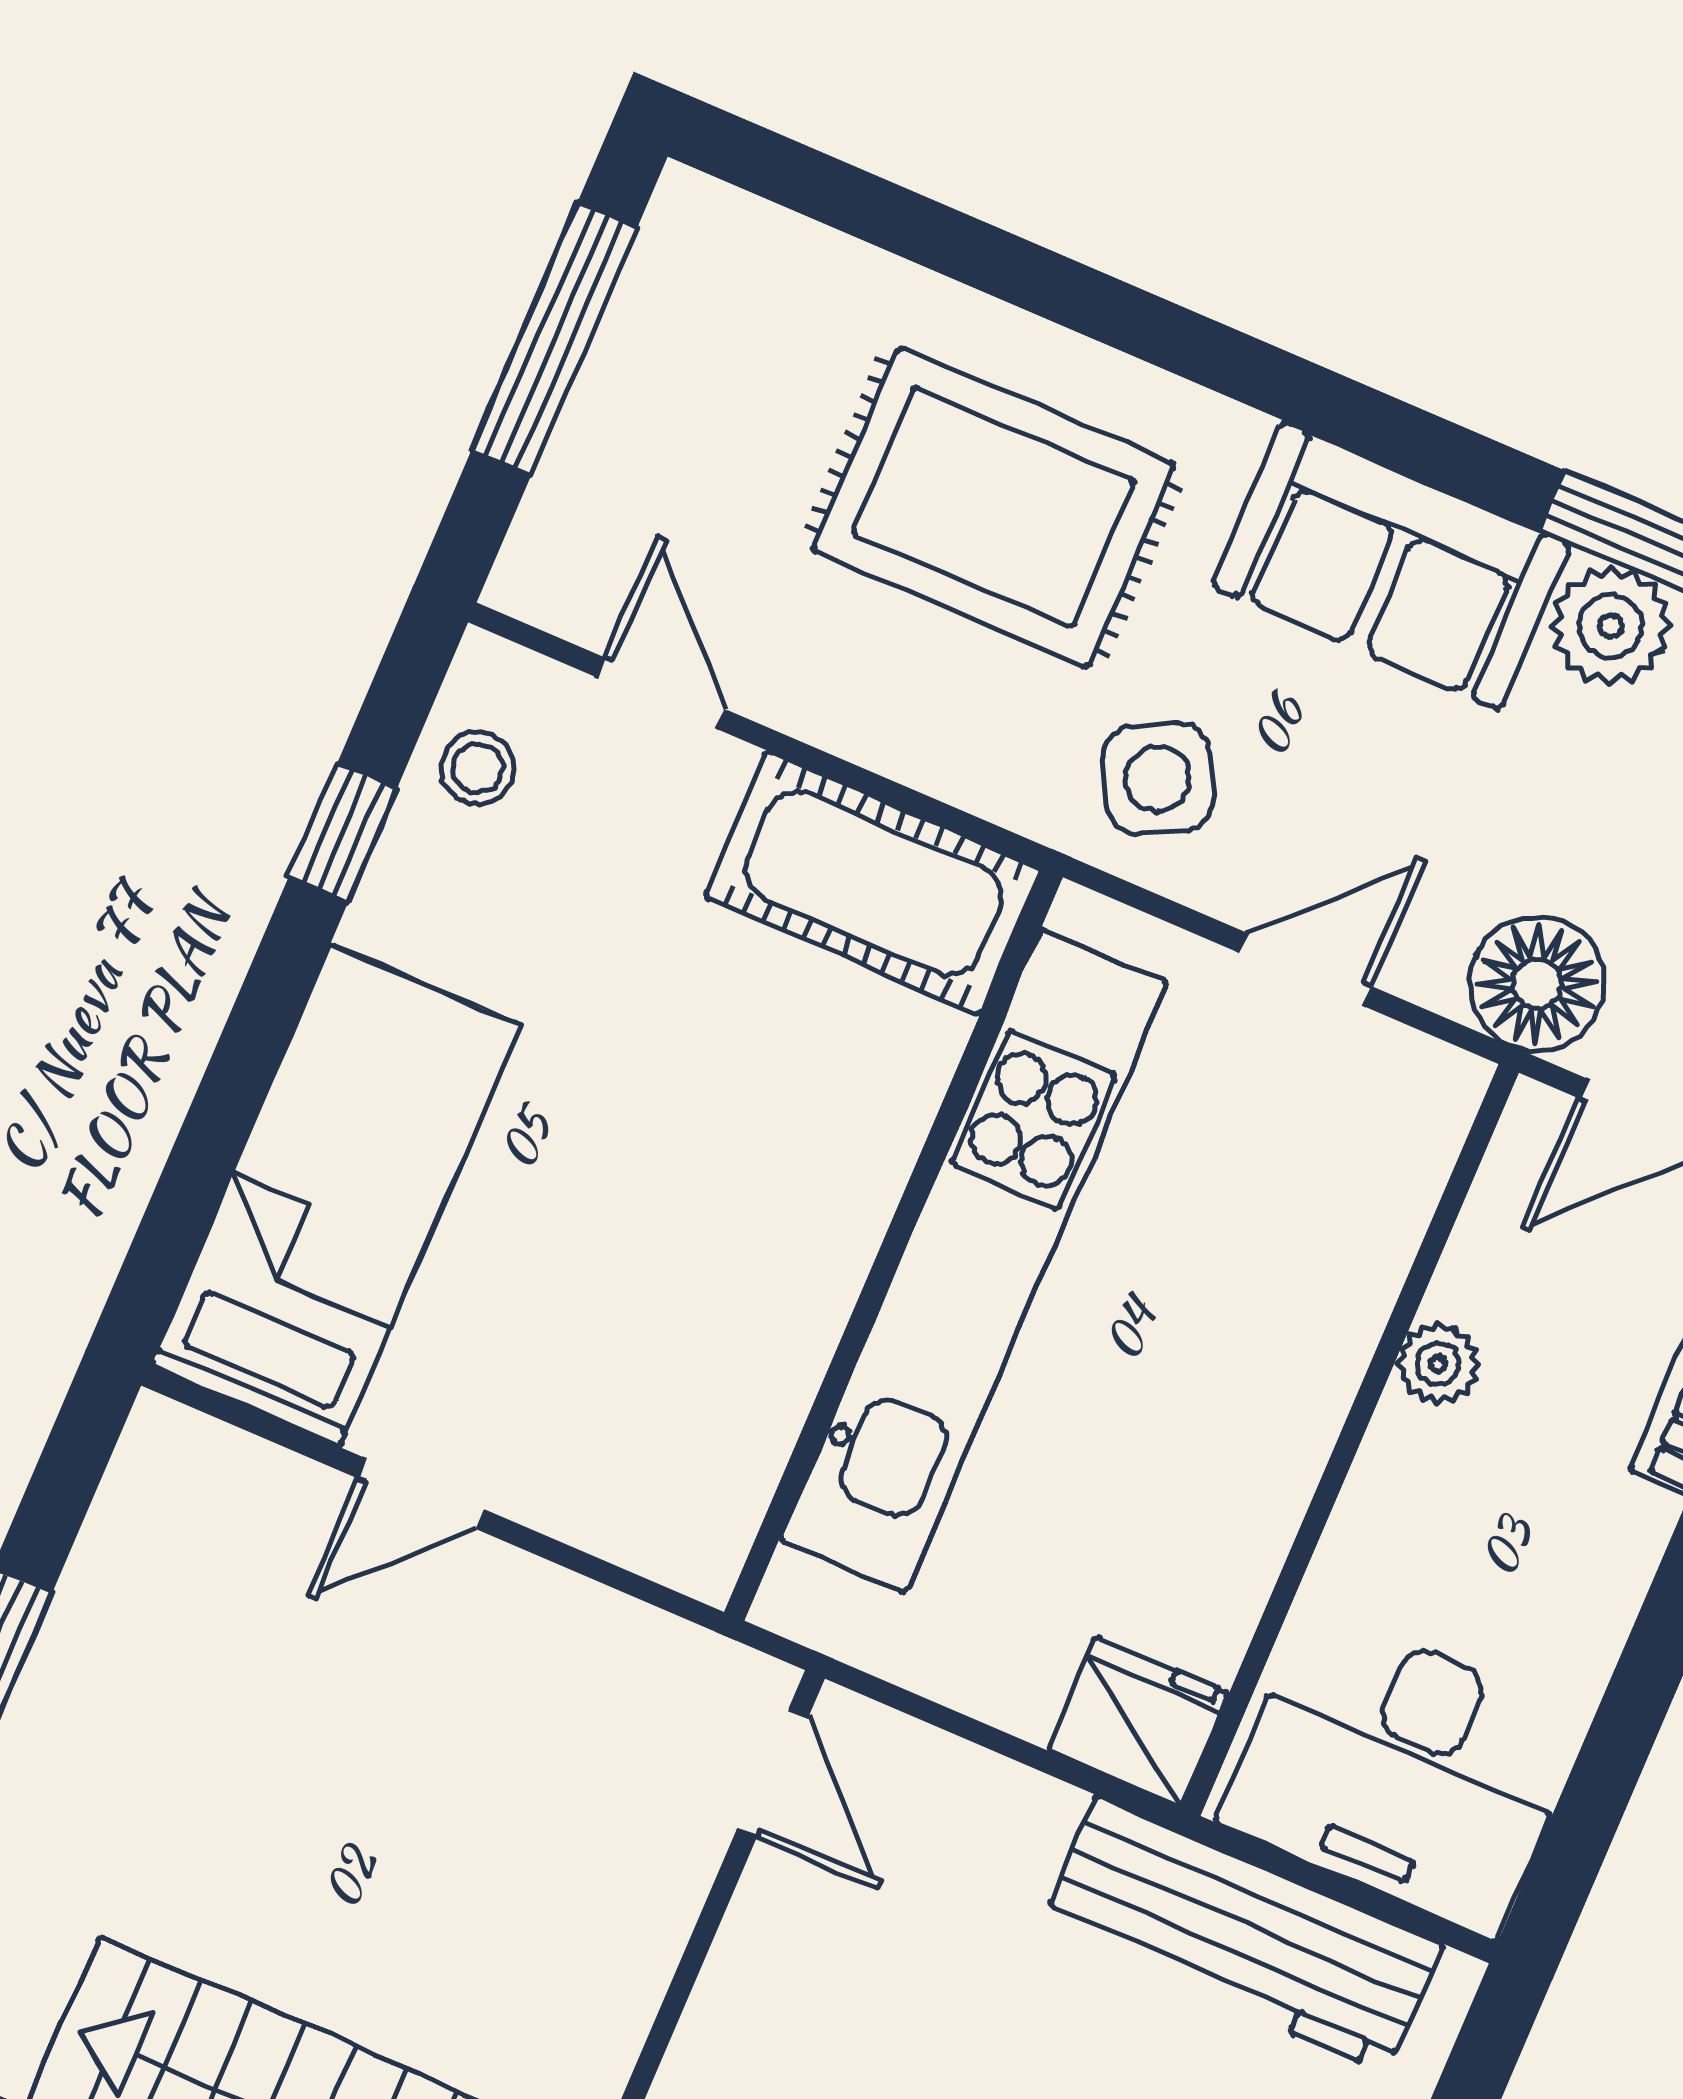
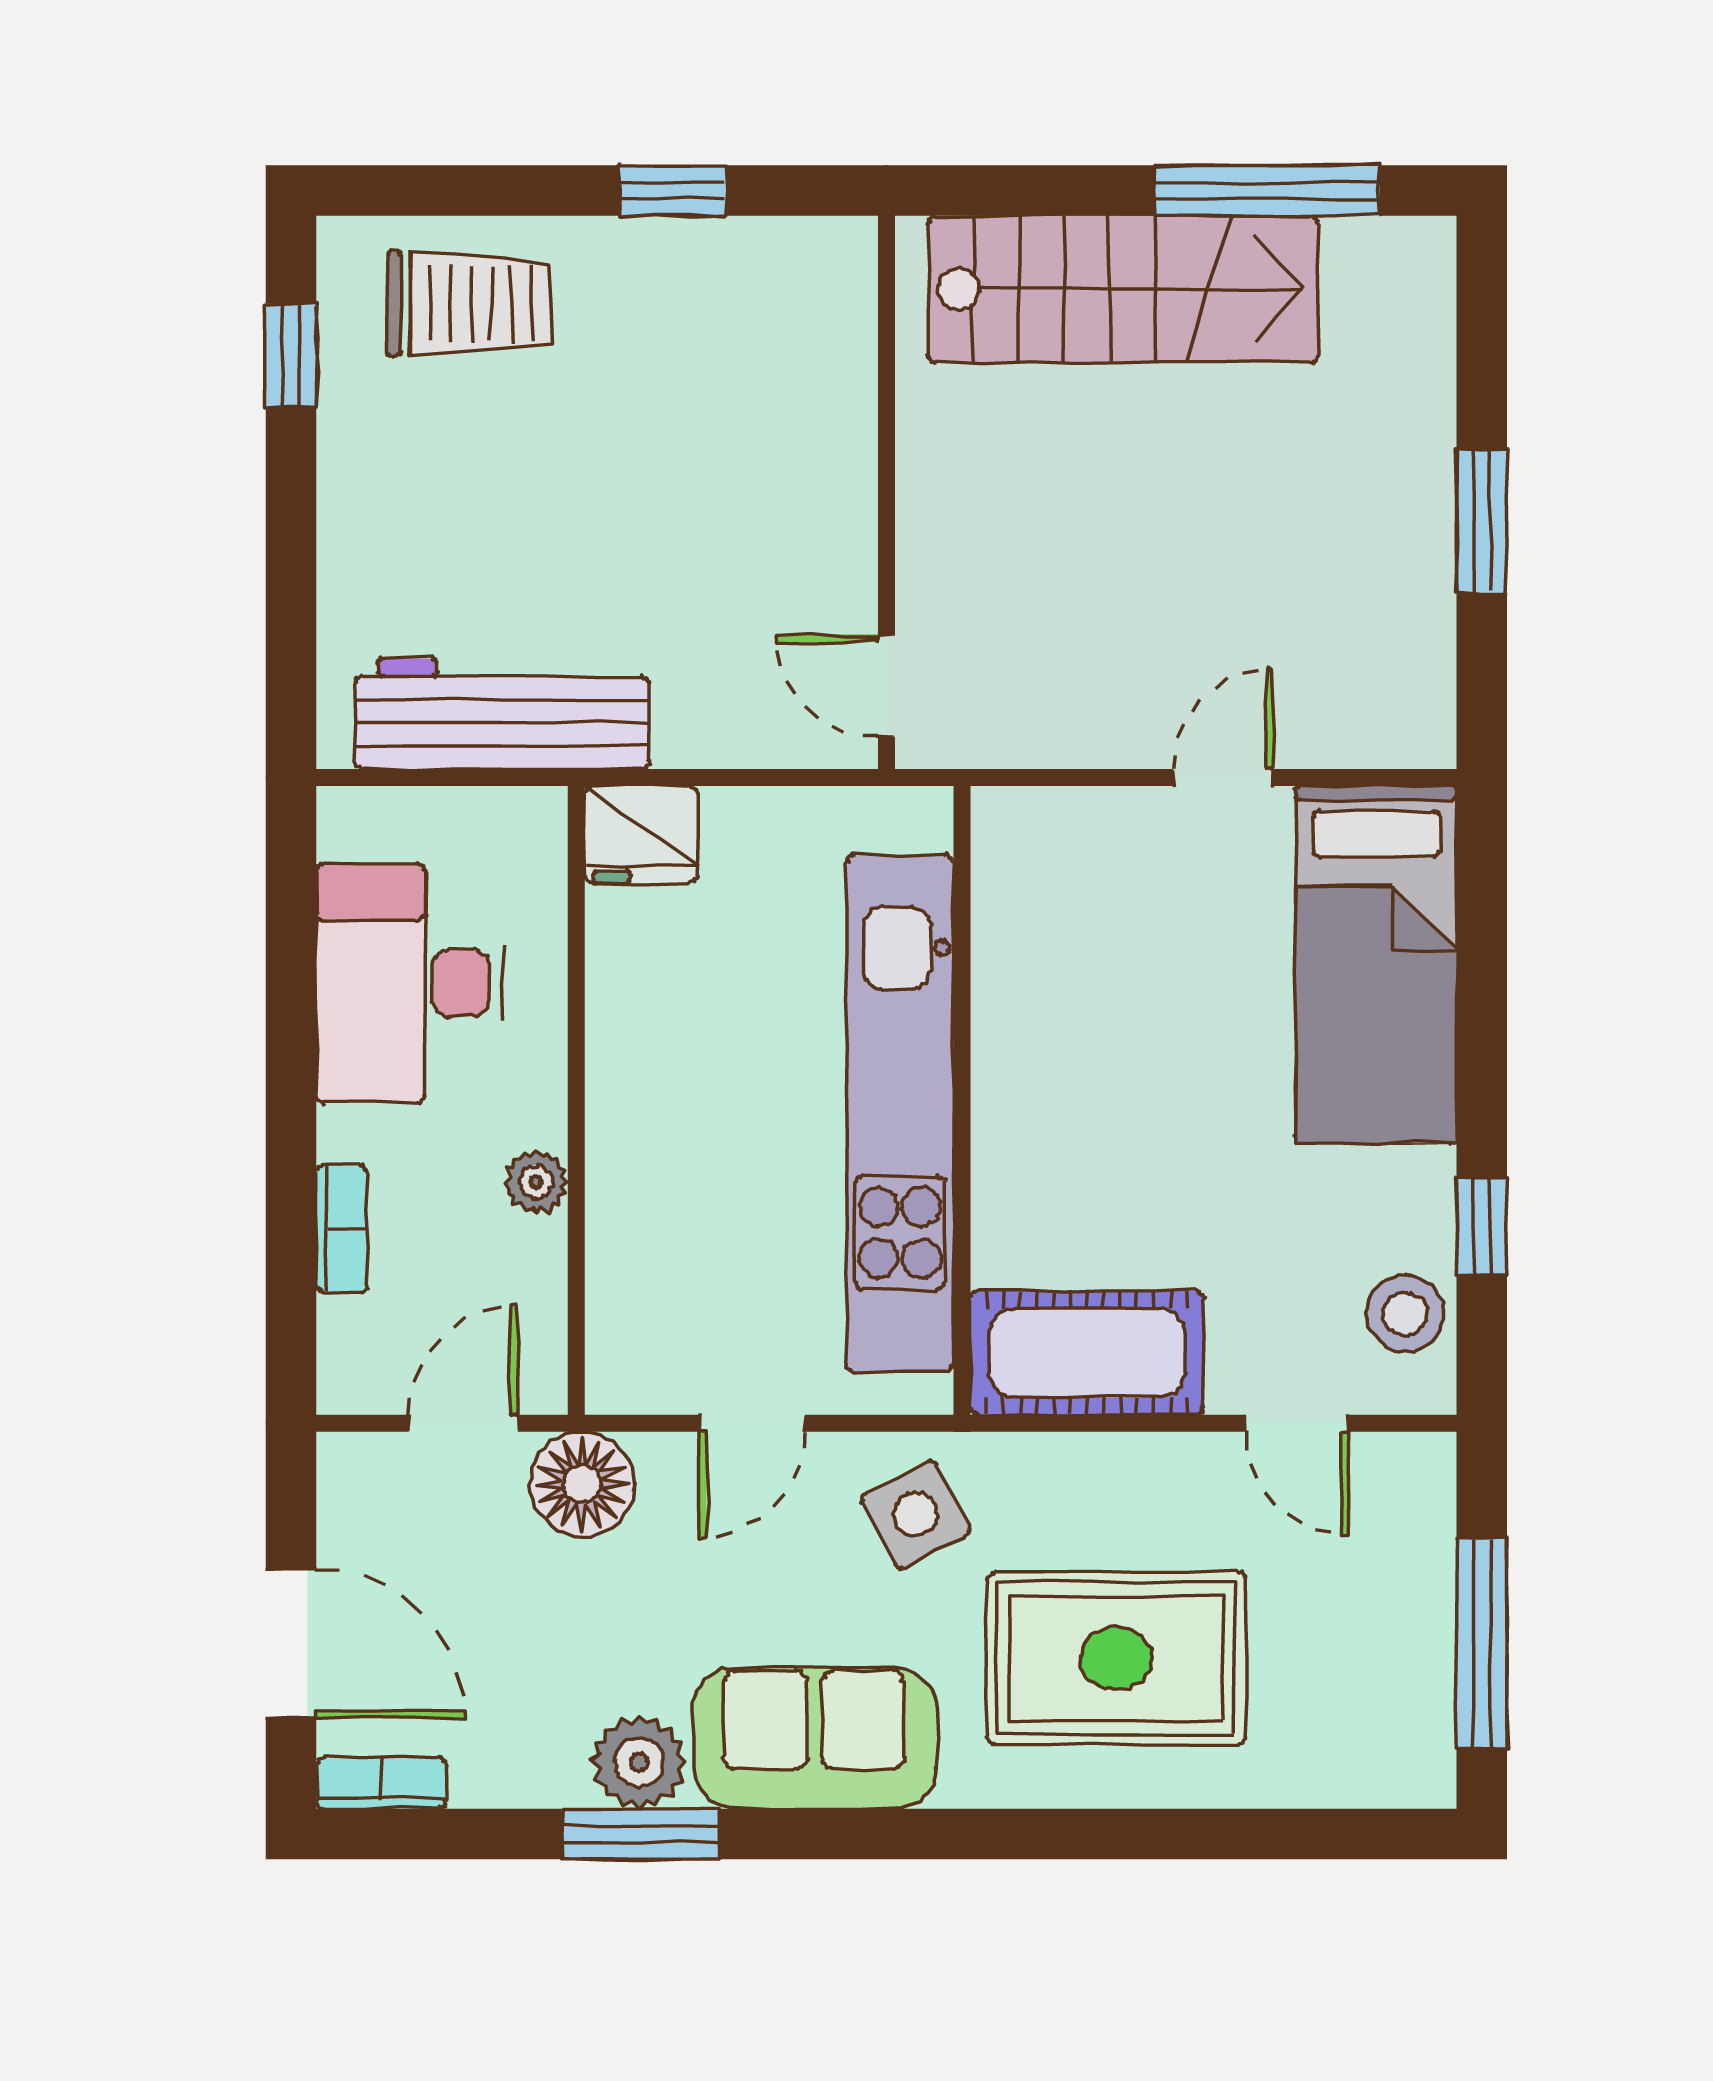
stool: (478, 768) -> (1405, 1314), width x1.37, depth x1.37
desk: (1403, 1771) -> (410, 983), moved, turned -90

